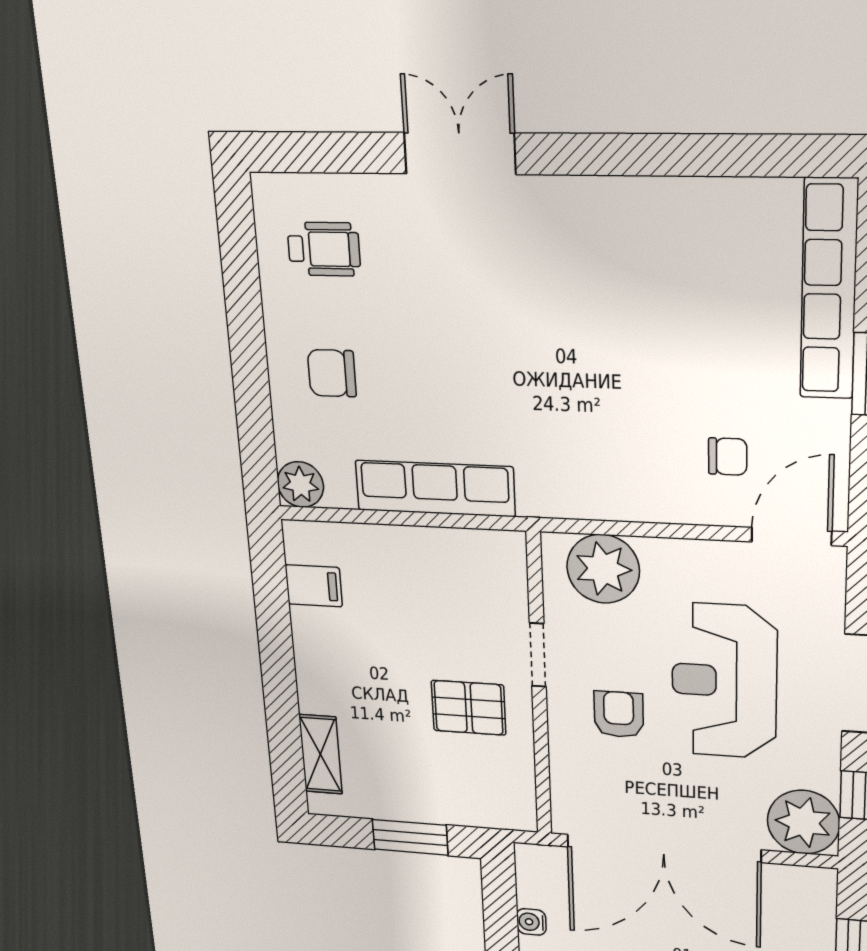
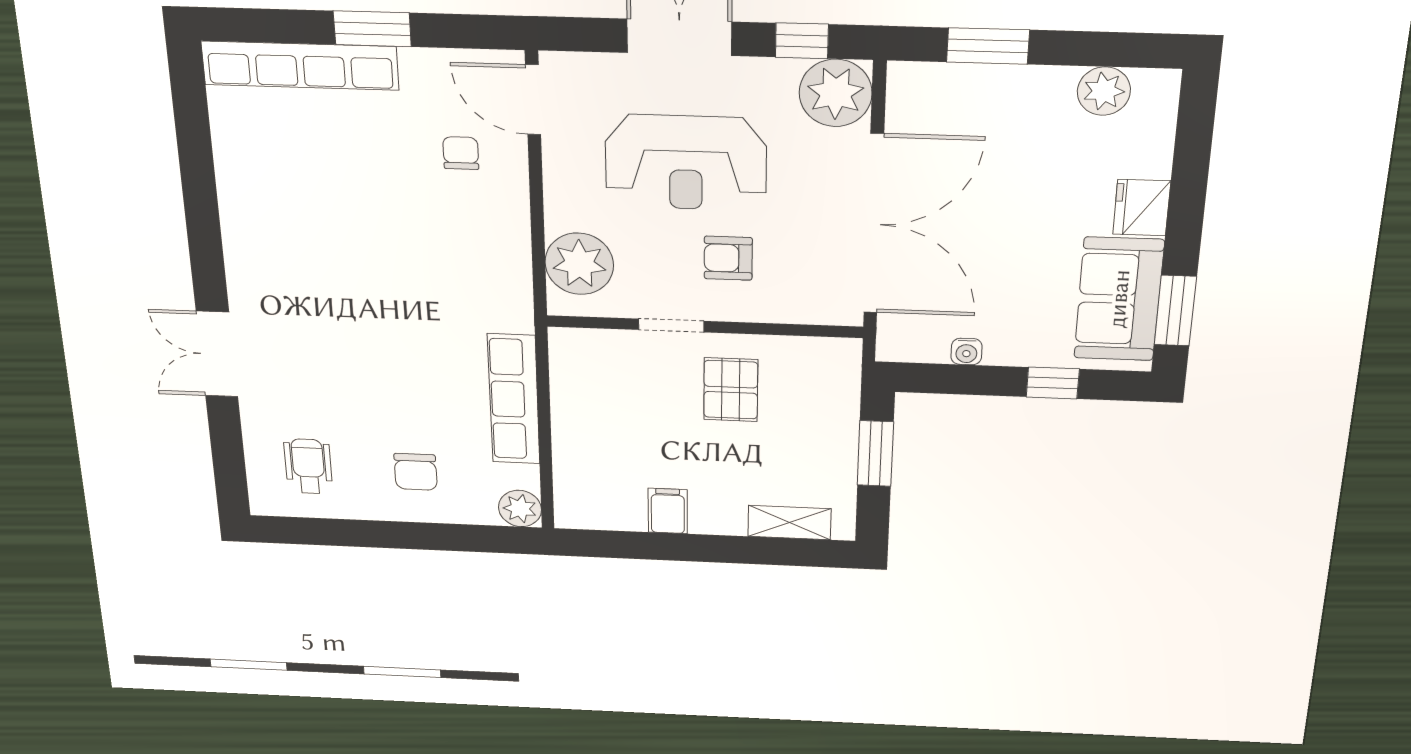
filing cabinet: (314, 586) -> (668, 511), moved

